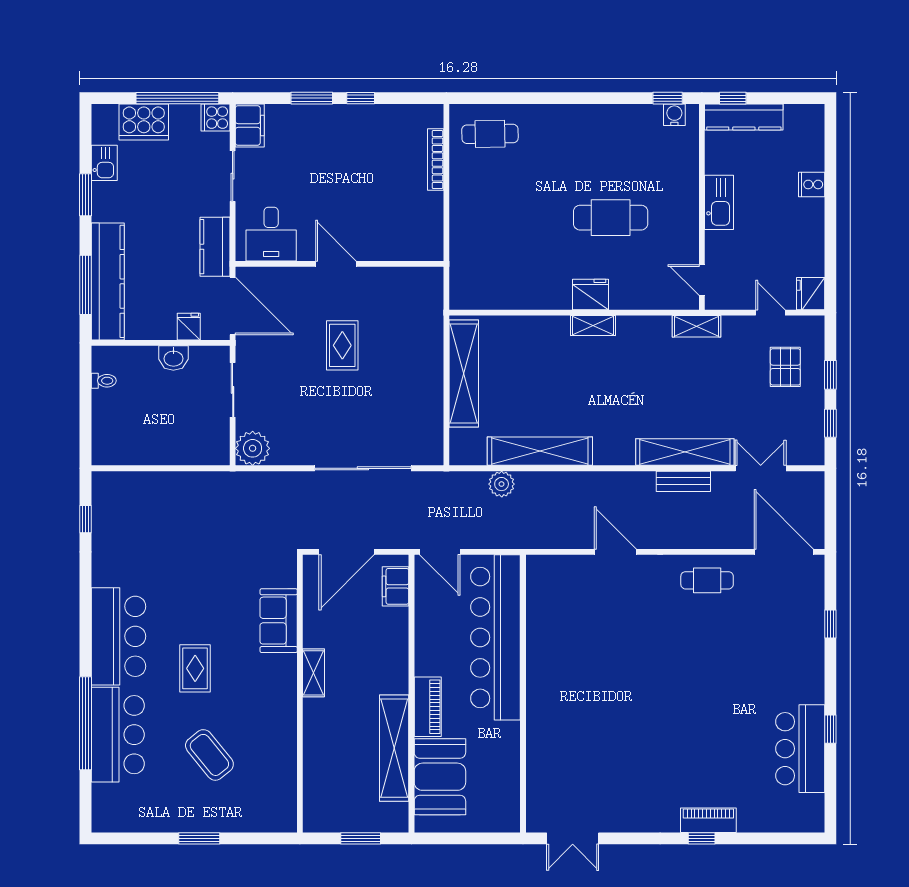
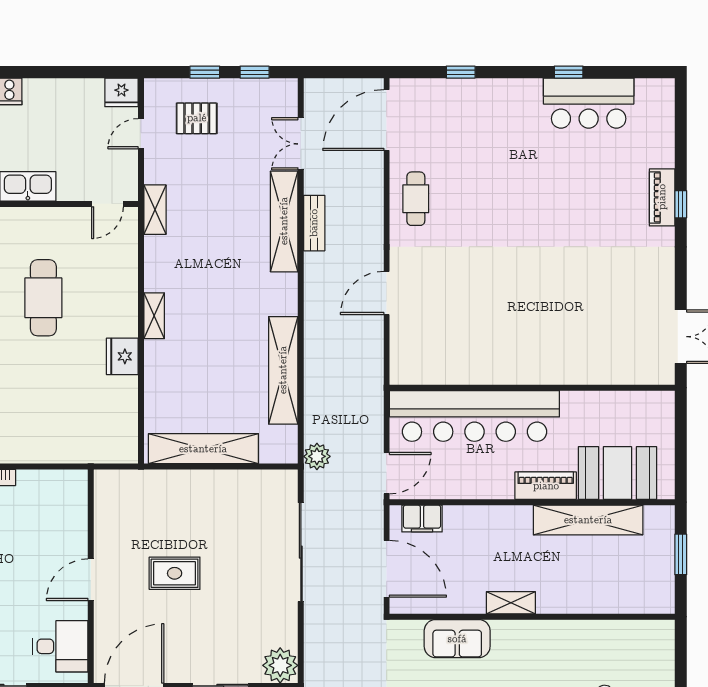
fridge: (591, 294) -> (122, 356), moved
plant: (502, 484) -> (317, 456), moved

